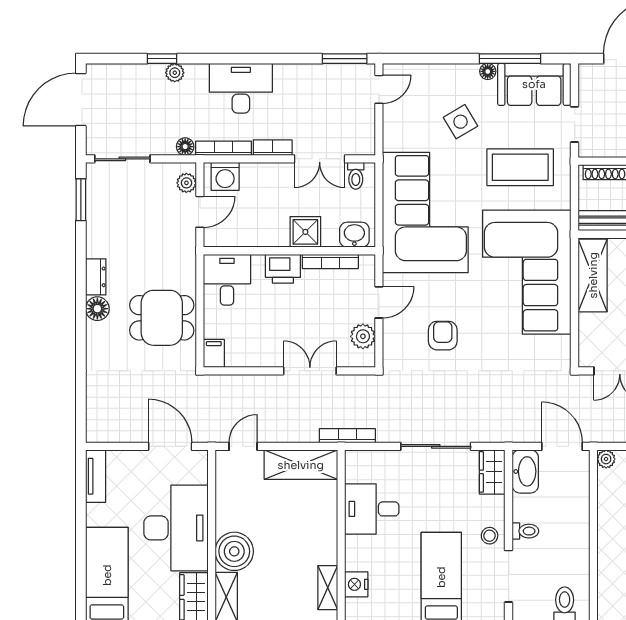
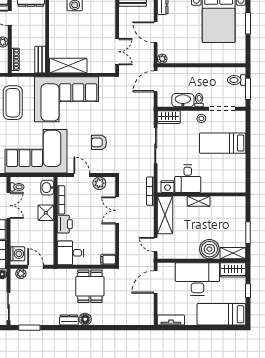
washbasin: (525, 471) -> (183, 100), moved
nightstand: (356, 584) -> (167, 187), moved
shelving: (328, 588) -> (199, 201), moved

